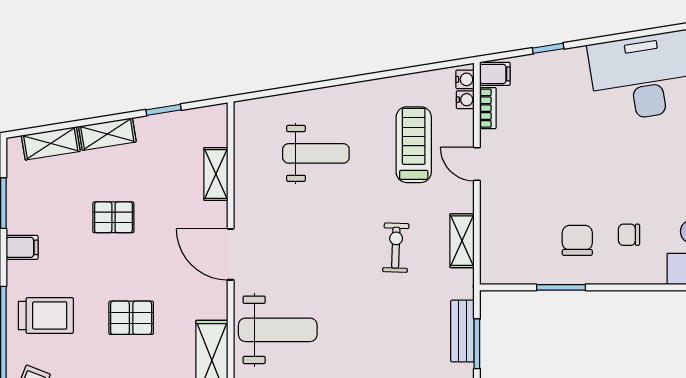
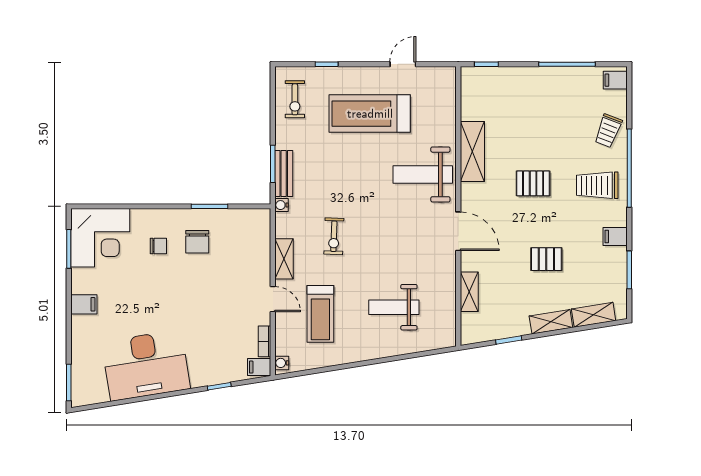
water cooler: (465, 100) -> (282, 205), moved
shelving: (462, 241) -> (284, 259), moved

